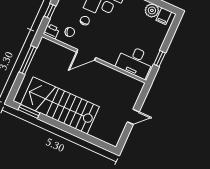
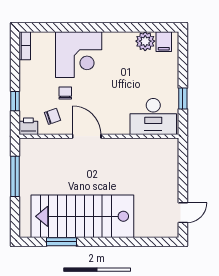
door: (86, 55) -> (87, 136), swing flipped
window: (29, 111) -> (62, 242), moved
door: (133, 117) -> (183, 213), moved

